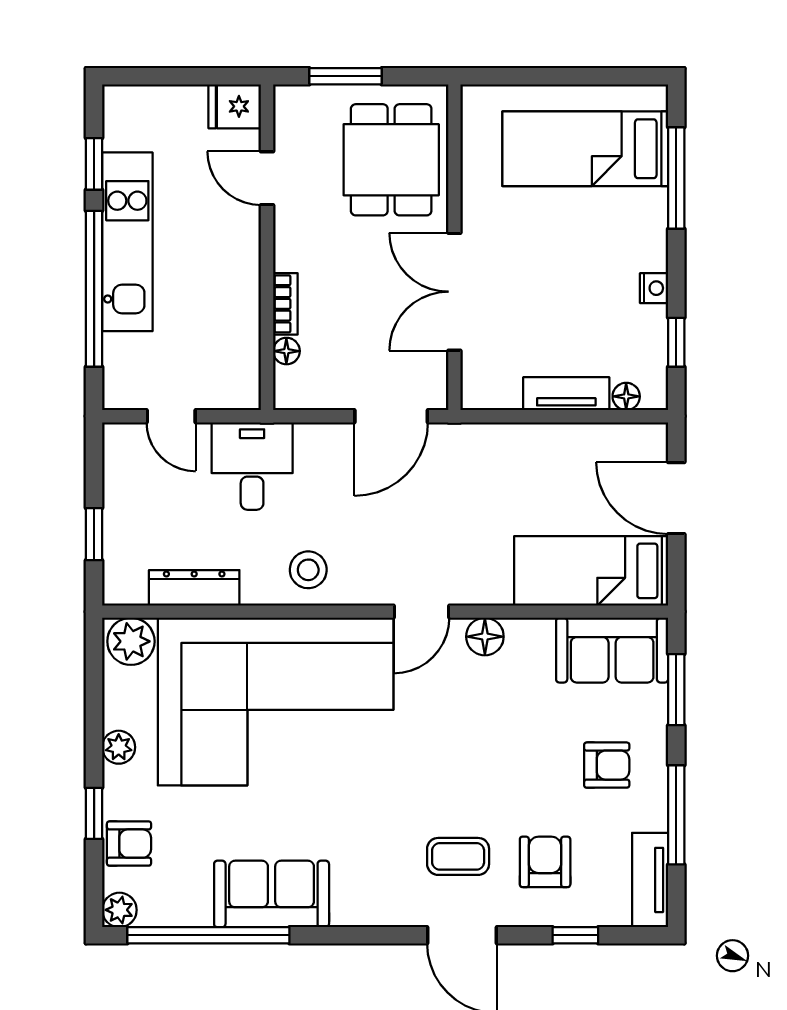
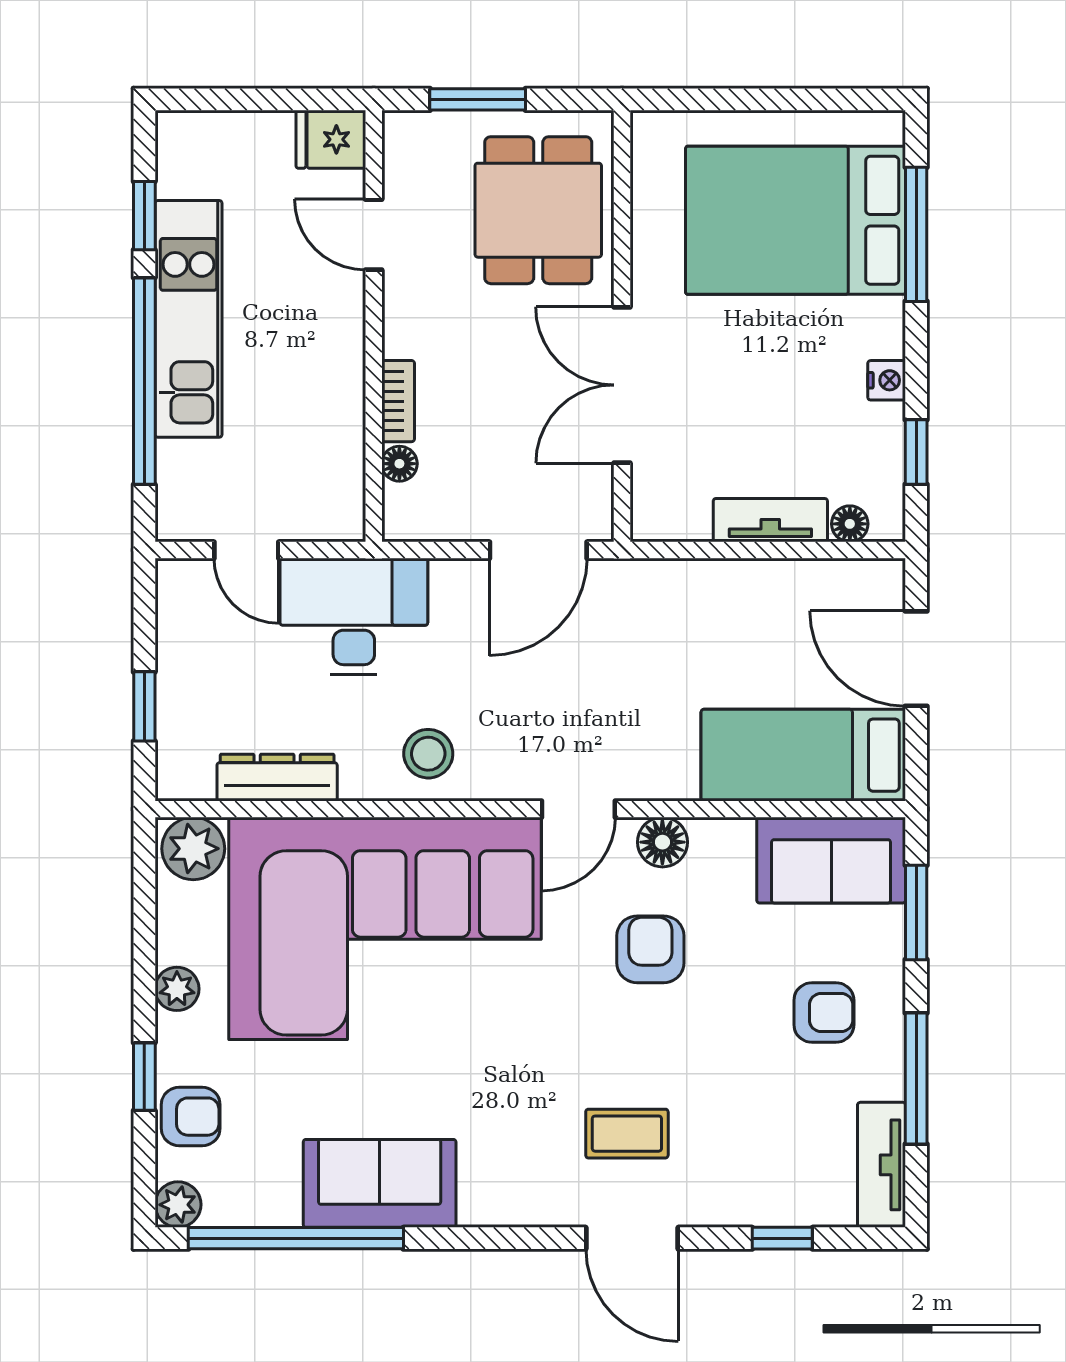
bed: (585, 149) -> (795, 220), width x1.50
desk: (252, 466) -> (354, 616), width x1.37
armchair: (545, 862) -> (650, 949), moved

